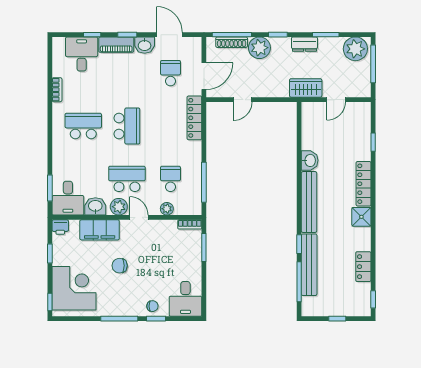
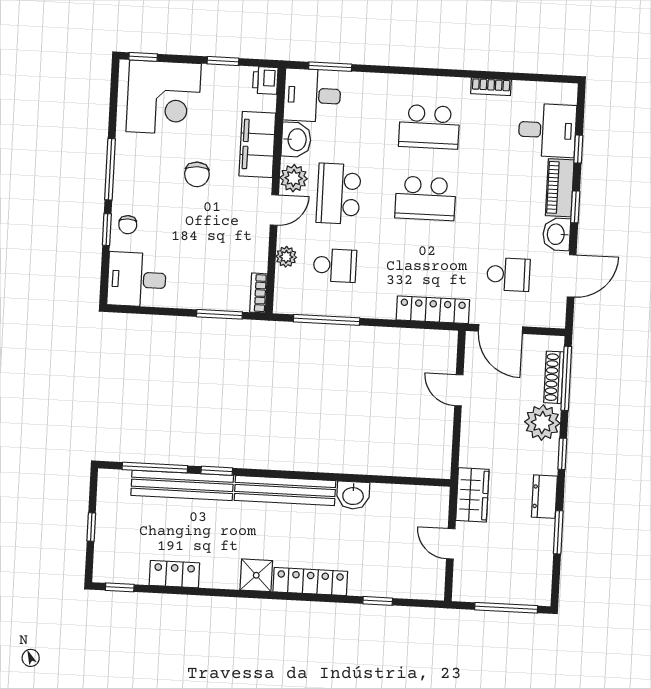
plant: (355, 49) -> (532, 580), removed
school desk: (83, 126) -> (429, 127), turned 90
school desk: (127, 179) -> (339, 194), turned 180
chair: (120, 266) -> (197, 174), turned 180

